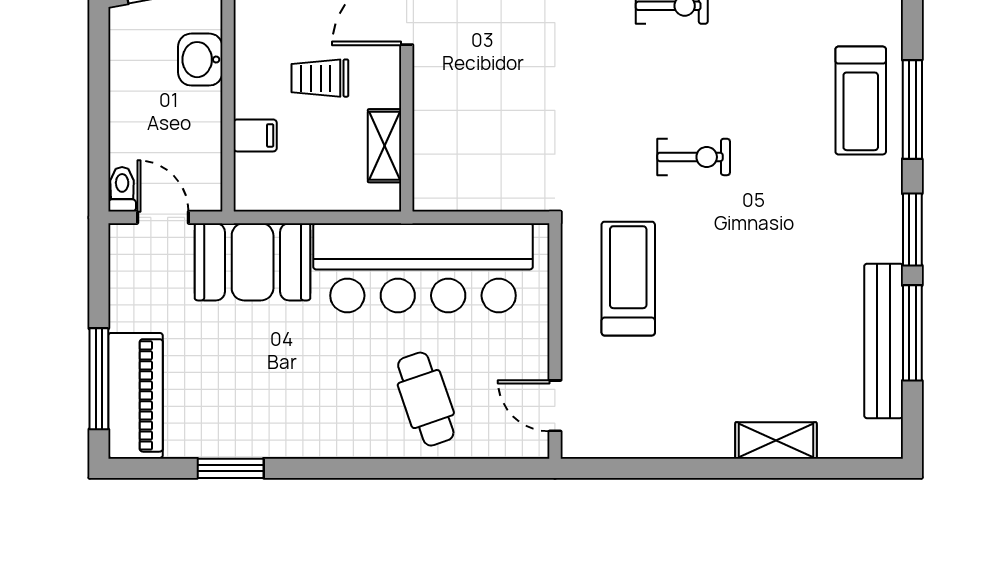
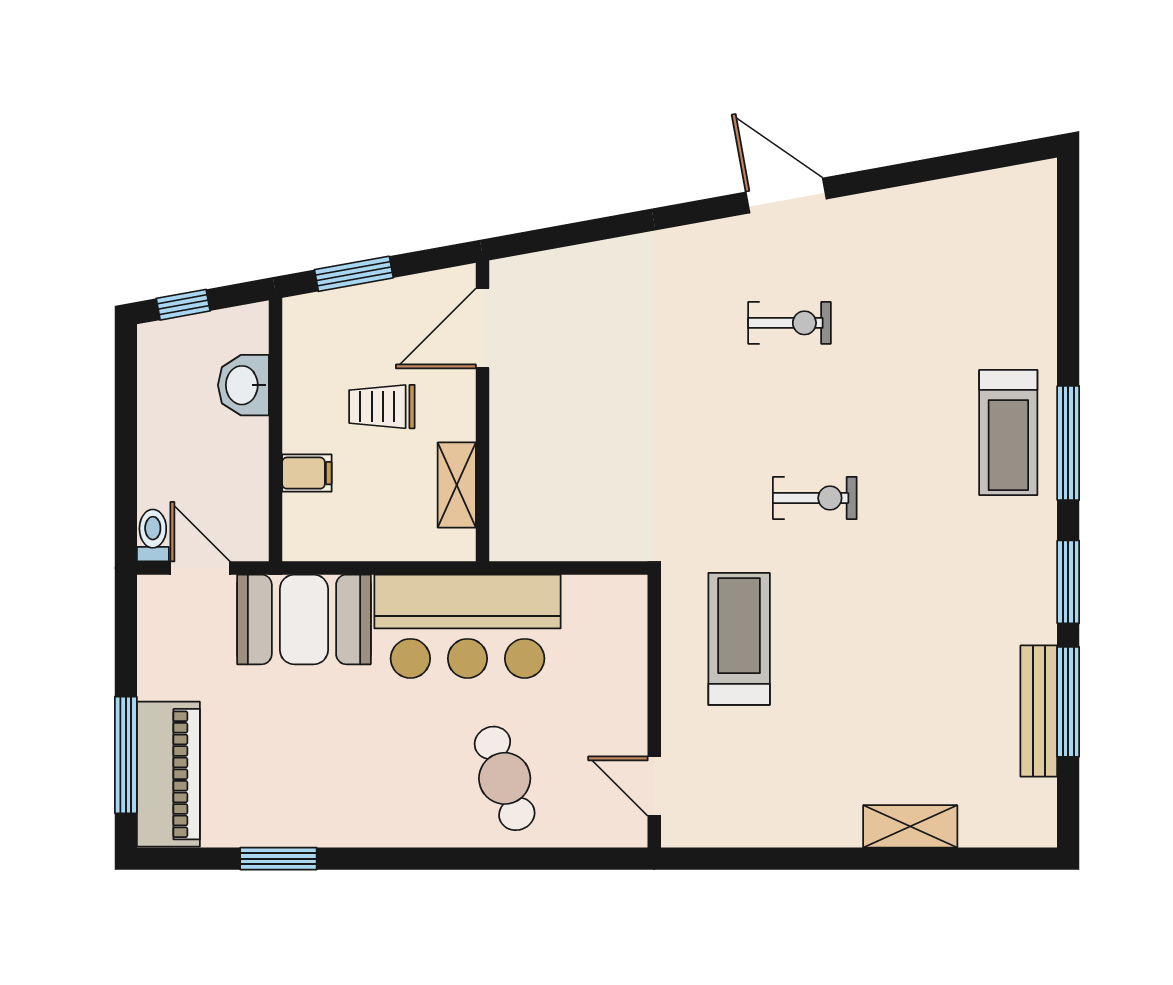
bar counter: (423, 268) -> (467, 626), width x0.73
bench: (884, 341) -> (1039, 711), width x0.73, depth x0.82

